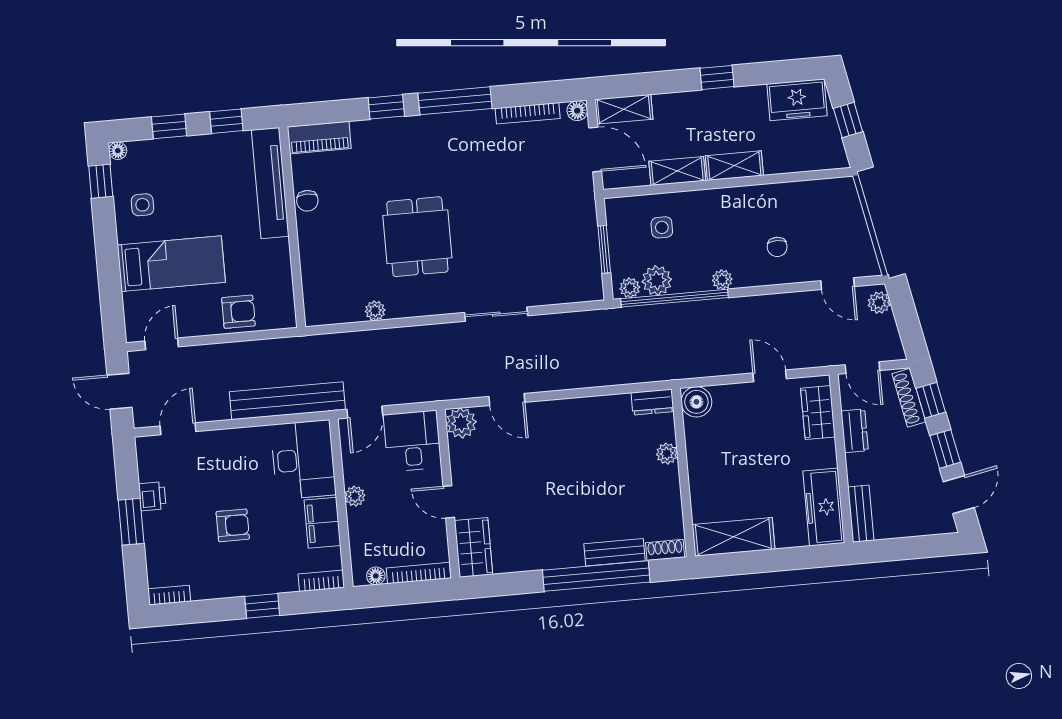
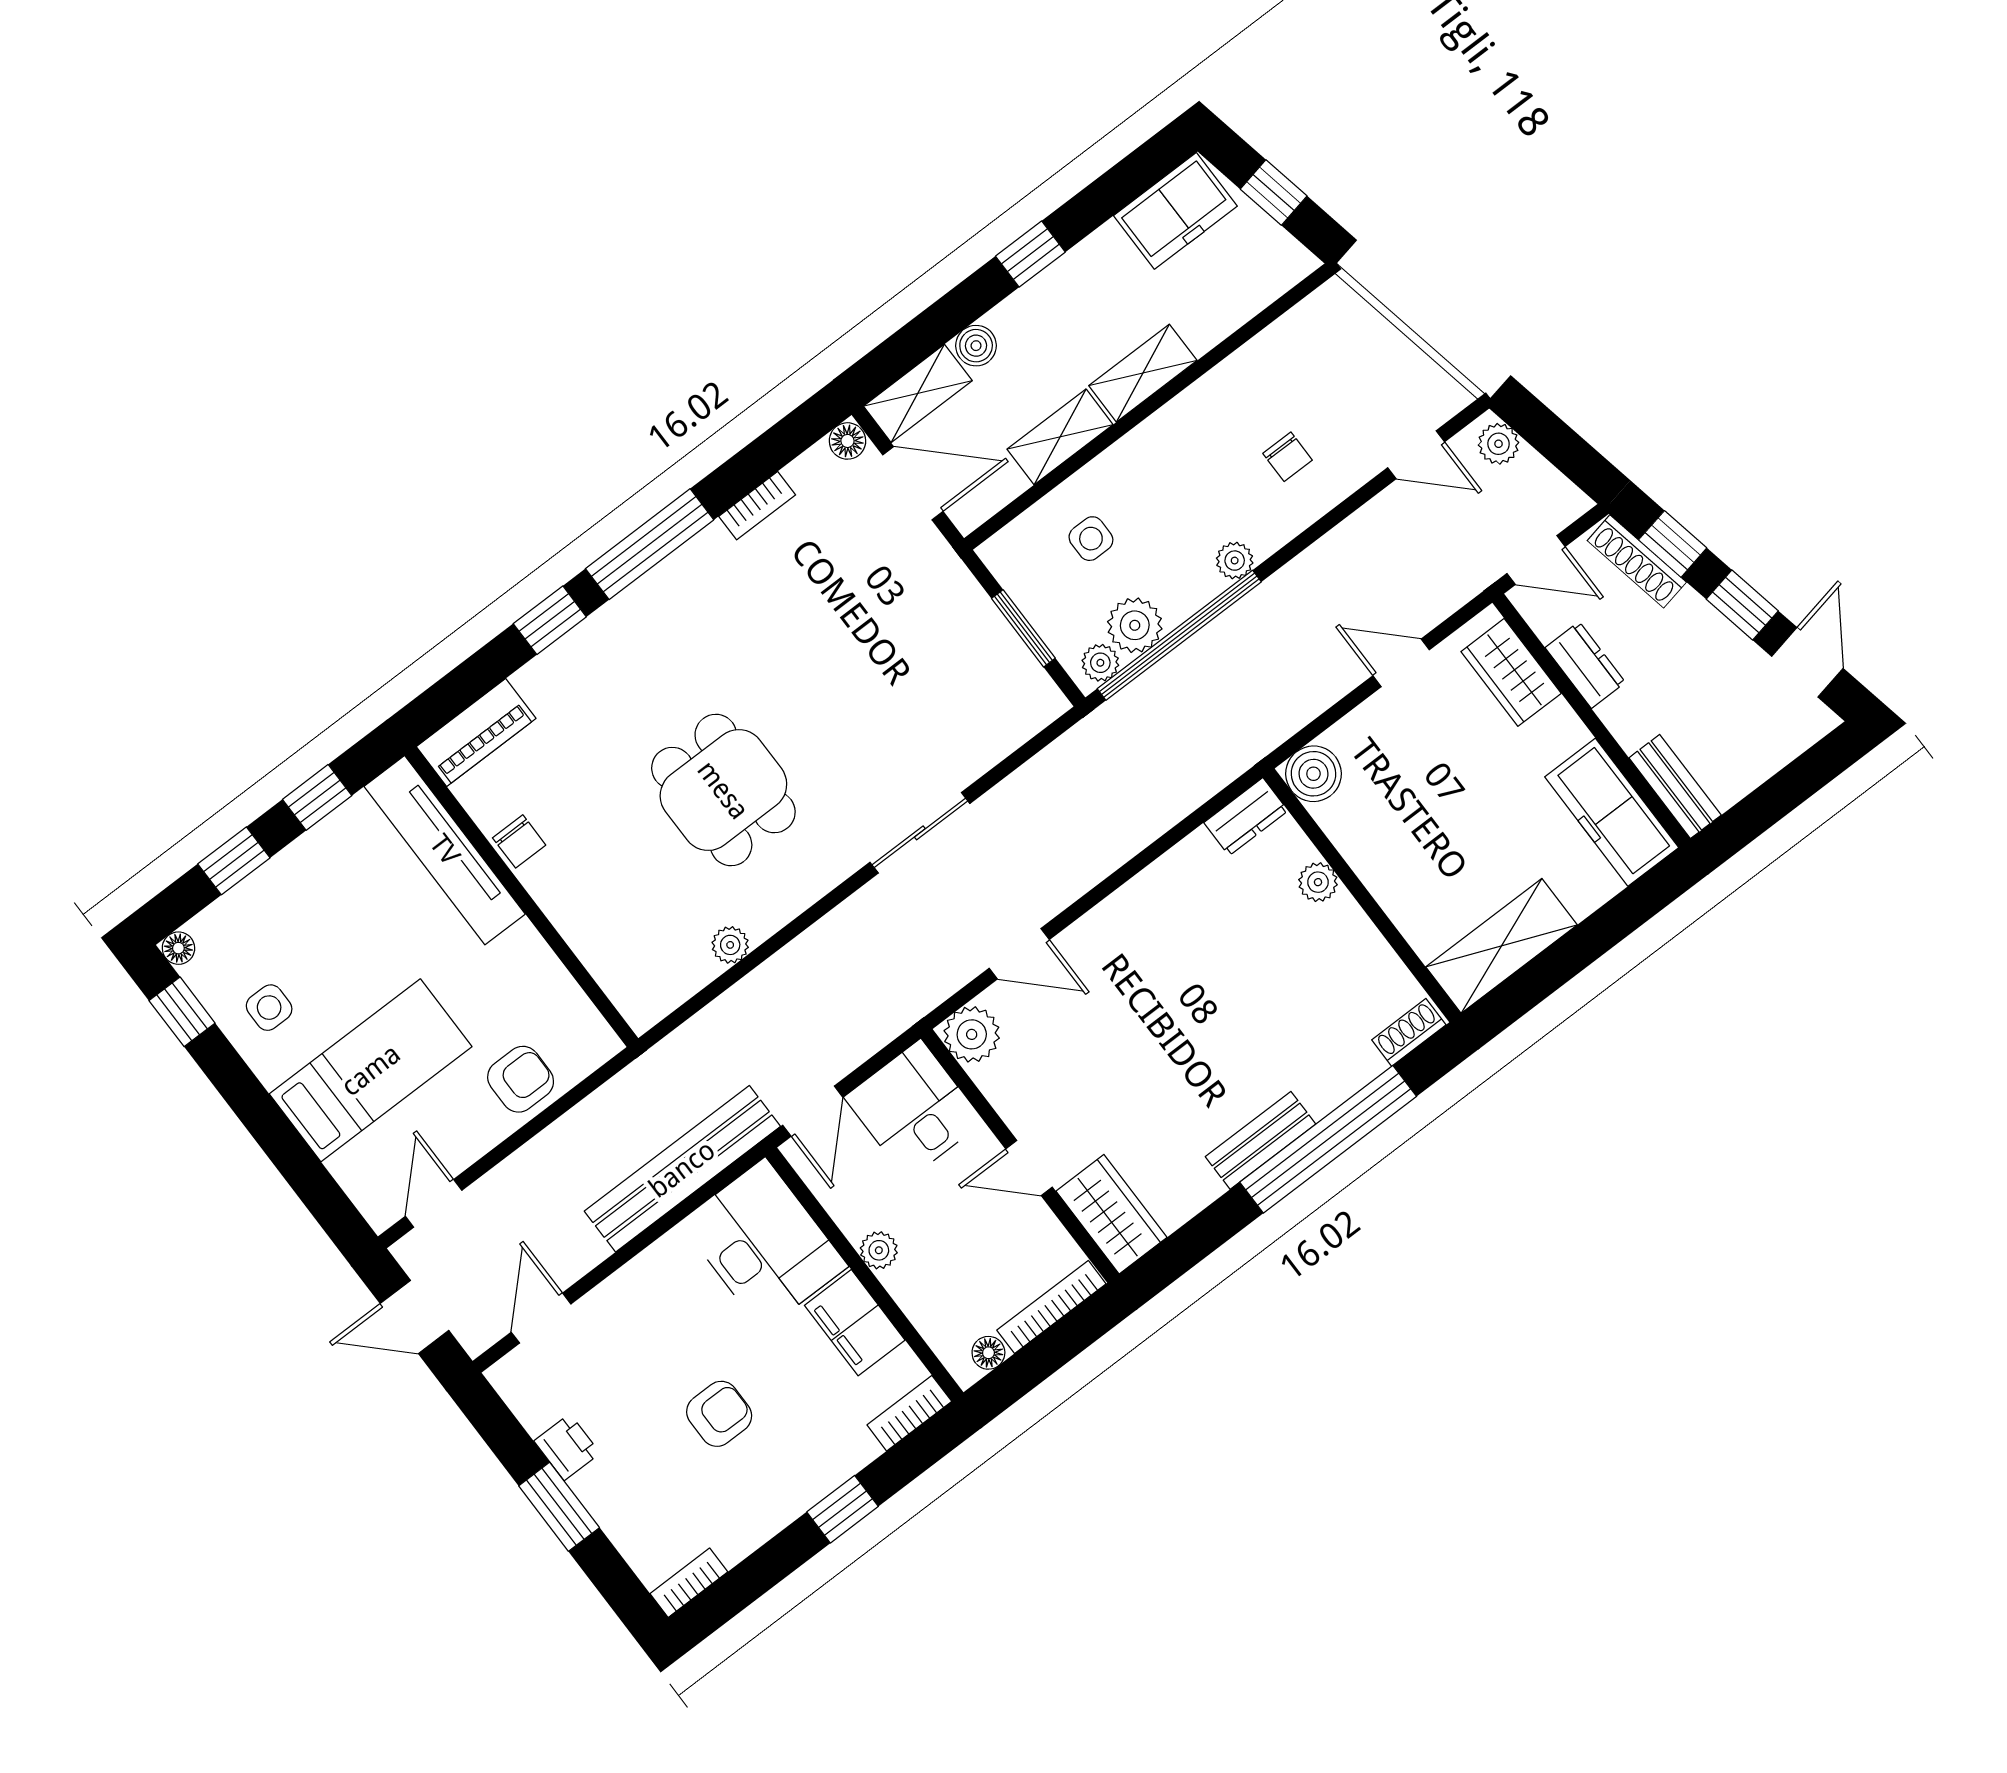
boiler: (665, 104) -> (976, 346), added
bookcase: (528, 113) -> (757, 506), width x0.64
bench: (615, 552) -> (1260, 1140), moved

